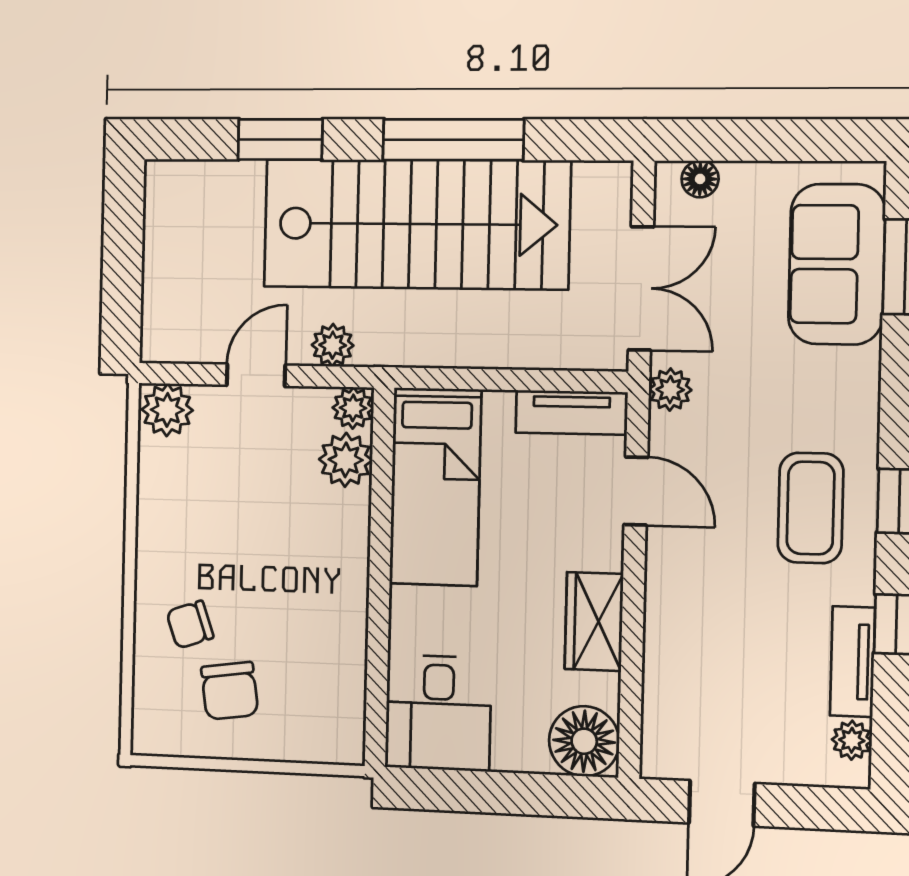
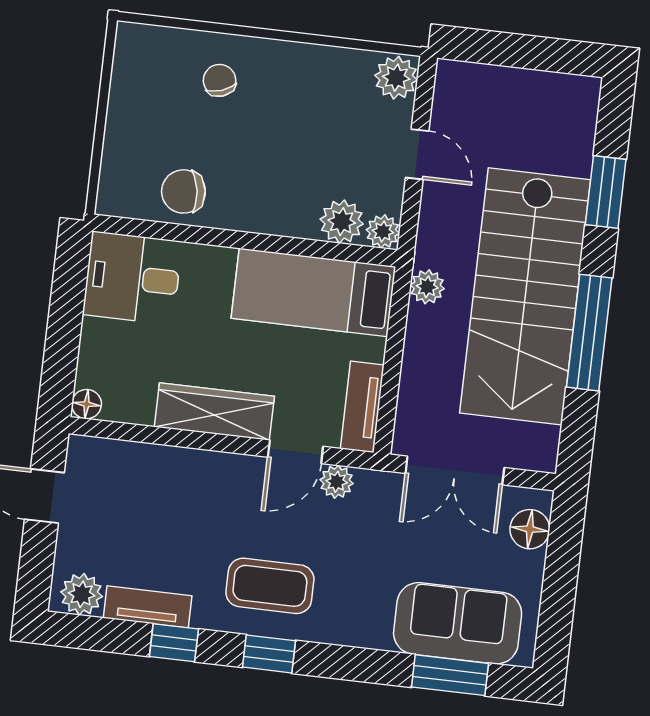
floor lamp: (700, 179) -> (530, 529), width x1.37, depth x1.37
plant: (333, 345) -> (427, 287), moved
plant: (670, 390) -> (337, 482), moved
wardrobe: (594, 621) -> (214, 411), width x1.50
chair: (230, 691) -> (183, 191), moved
plant: (852, 740) -> (82, 594), width x1.38, depth x1.38
floor lamp: (584, 741) -> (87, 404), width x0.53, depth x0.53

